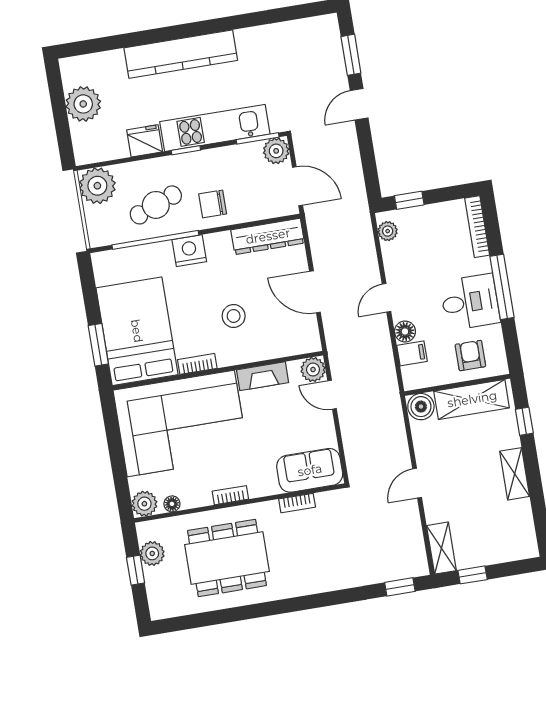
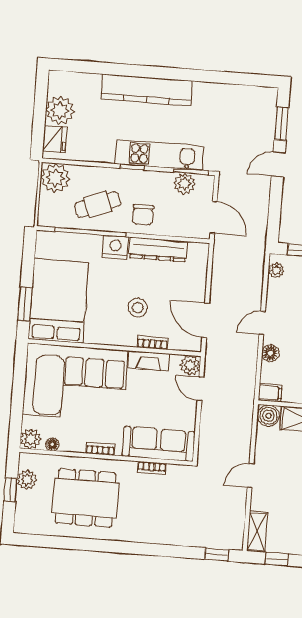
fridge: (145, 141) -> (55, 139), moved, turned 90
plant: (276, 151) -> (185, 184), moved
chair: (213, 204) -> (143, 215), turned -90
dresser: (268, 236) -> (158, 250), moved
door: (315, 292) -> (206, 320), moved
filing cabinet: (412, 353) -> (270, 393), moved
bookcase: (197, 364) -> (152, 343), moved
sofa: (310, 470) -> (158, 444), width x1.36

